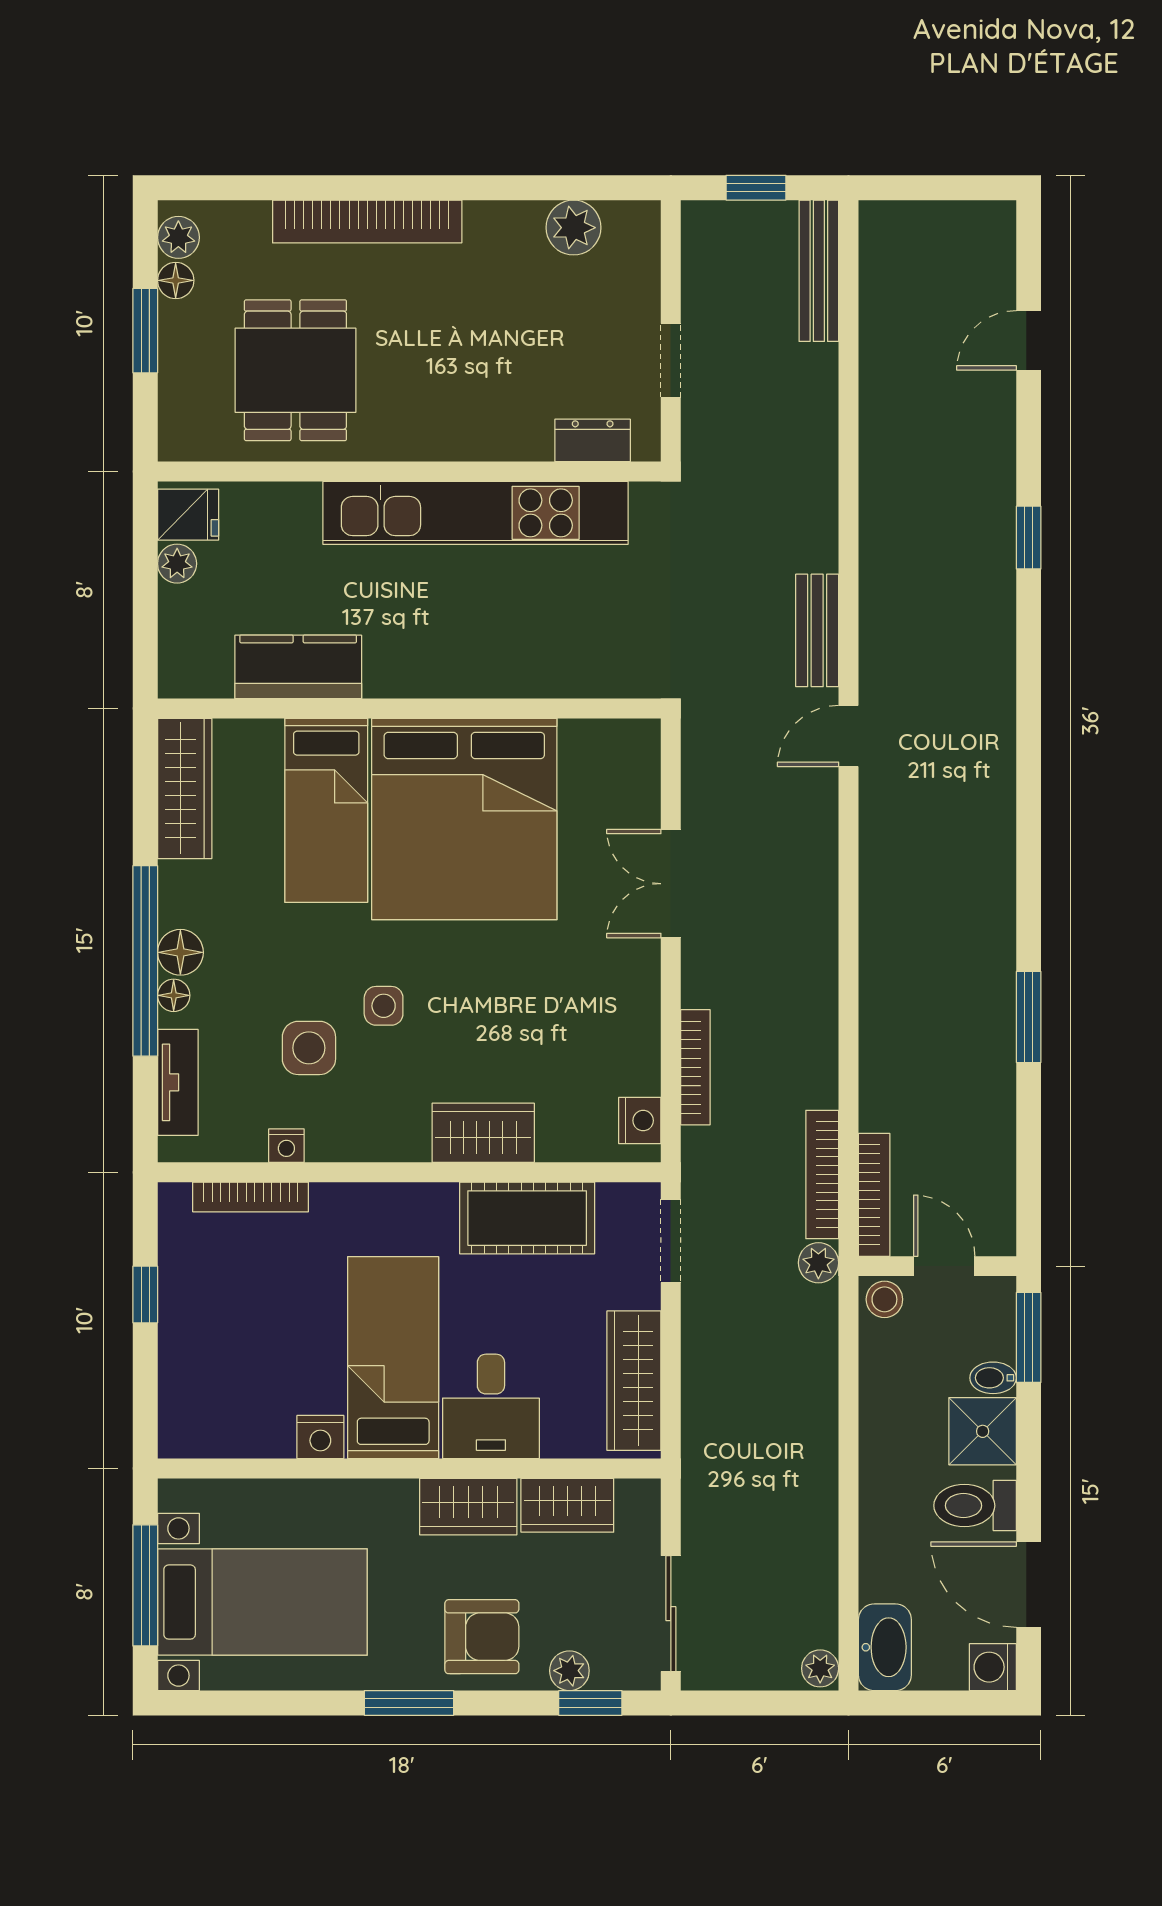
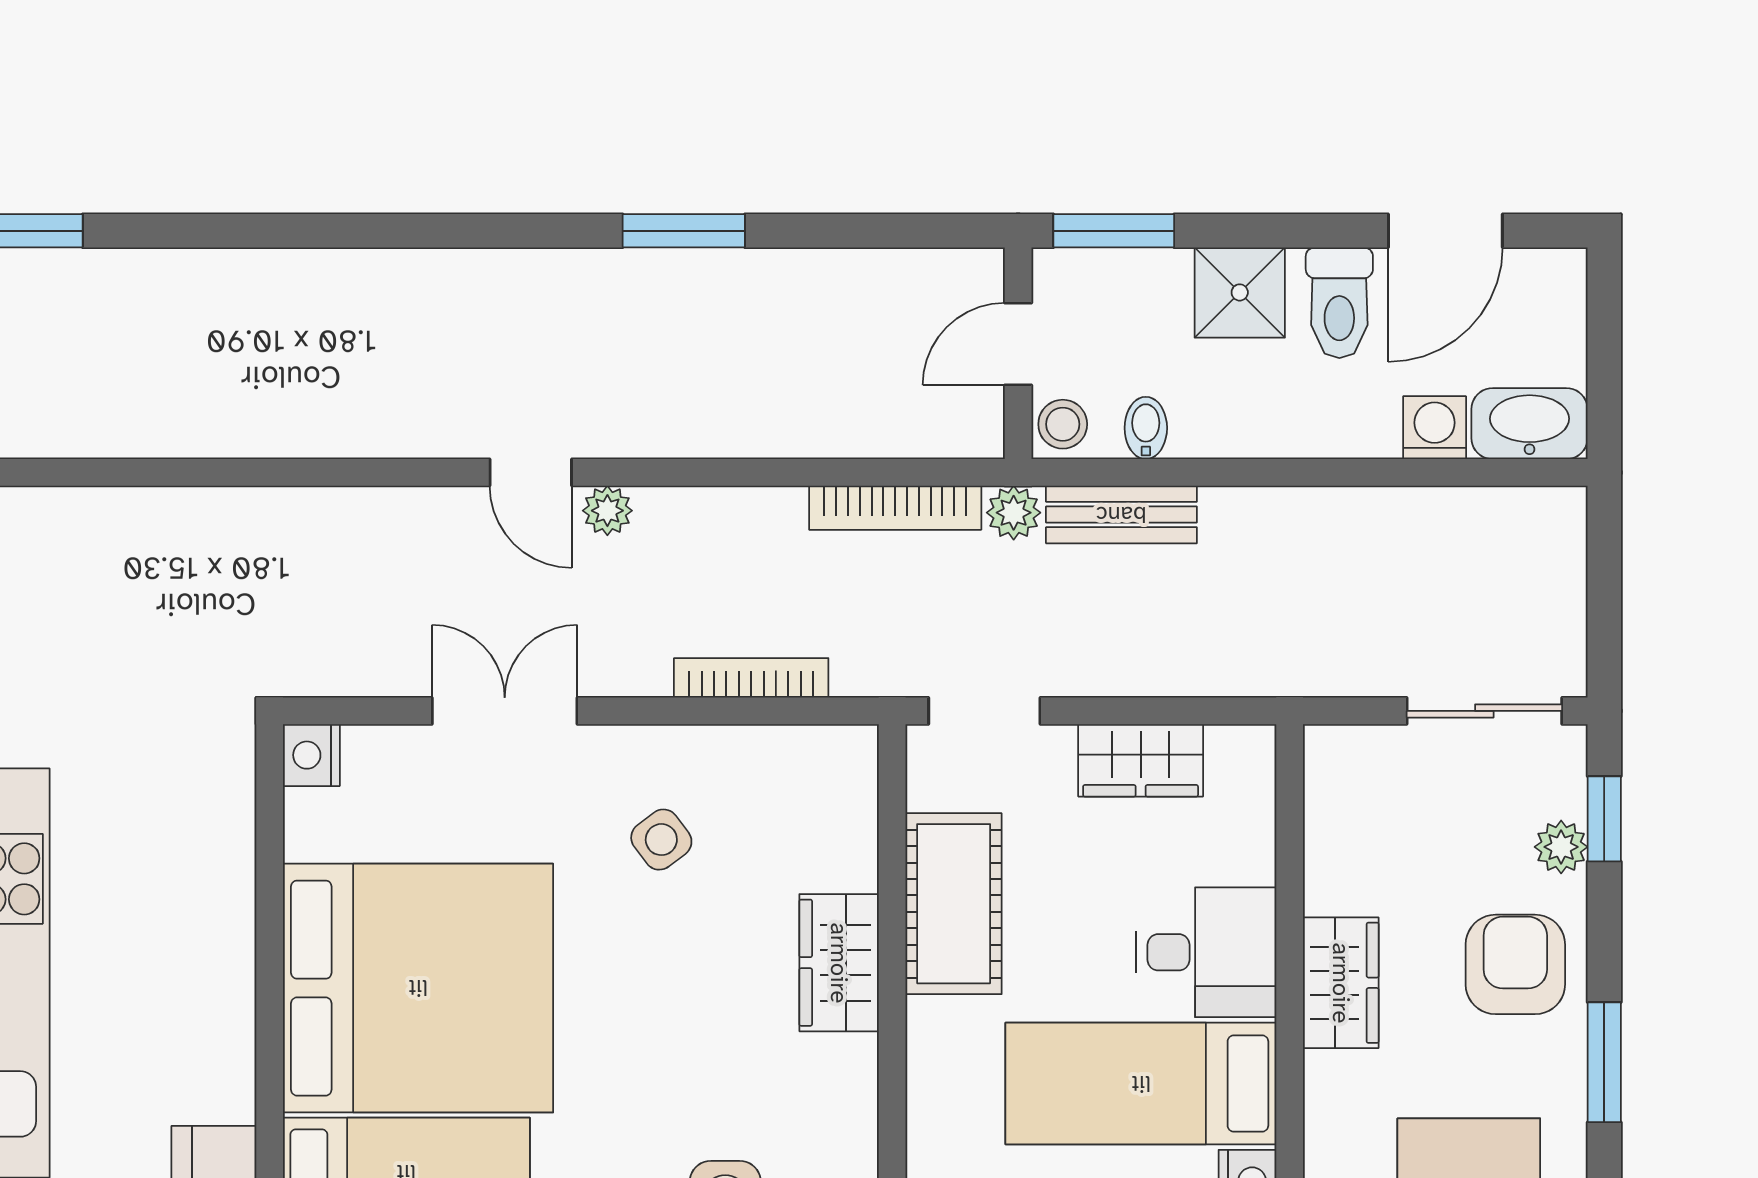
bench: (817, 630) -> (1121, 515), moved
door: (849, 736) -> (531, 472), moved
double door: (671, 884) -> (505, 711), swing flipped
side table: (384, 1006) -> (661, 840), moved, turned -37
nightstand: (640, 1121) -> (311, 755), moved, turned -90
bookcase: (874, 1195) -> (922, 438), removed
bidet: (993, 1378) -> (1146, 428), moved, turned 180
wardrobe: (634, 1381) -> (1141, 760), width x0.67
wardrobe: (567, 1505) -> (1339, 850), removed
washing machine: (993, 1667) -> (1435, 428), moved, turned 180
plant: (820, 1668) -> (607, 511), moved

